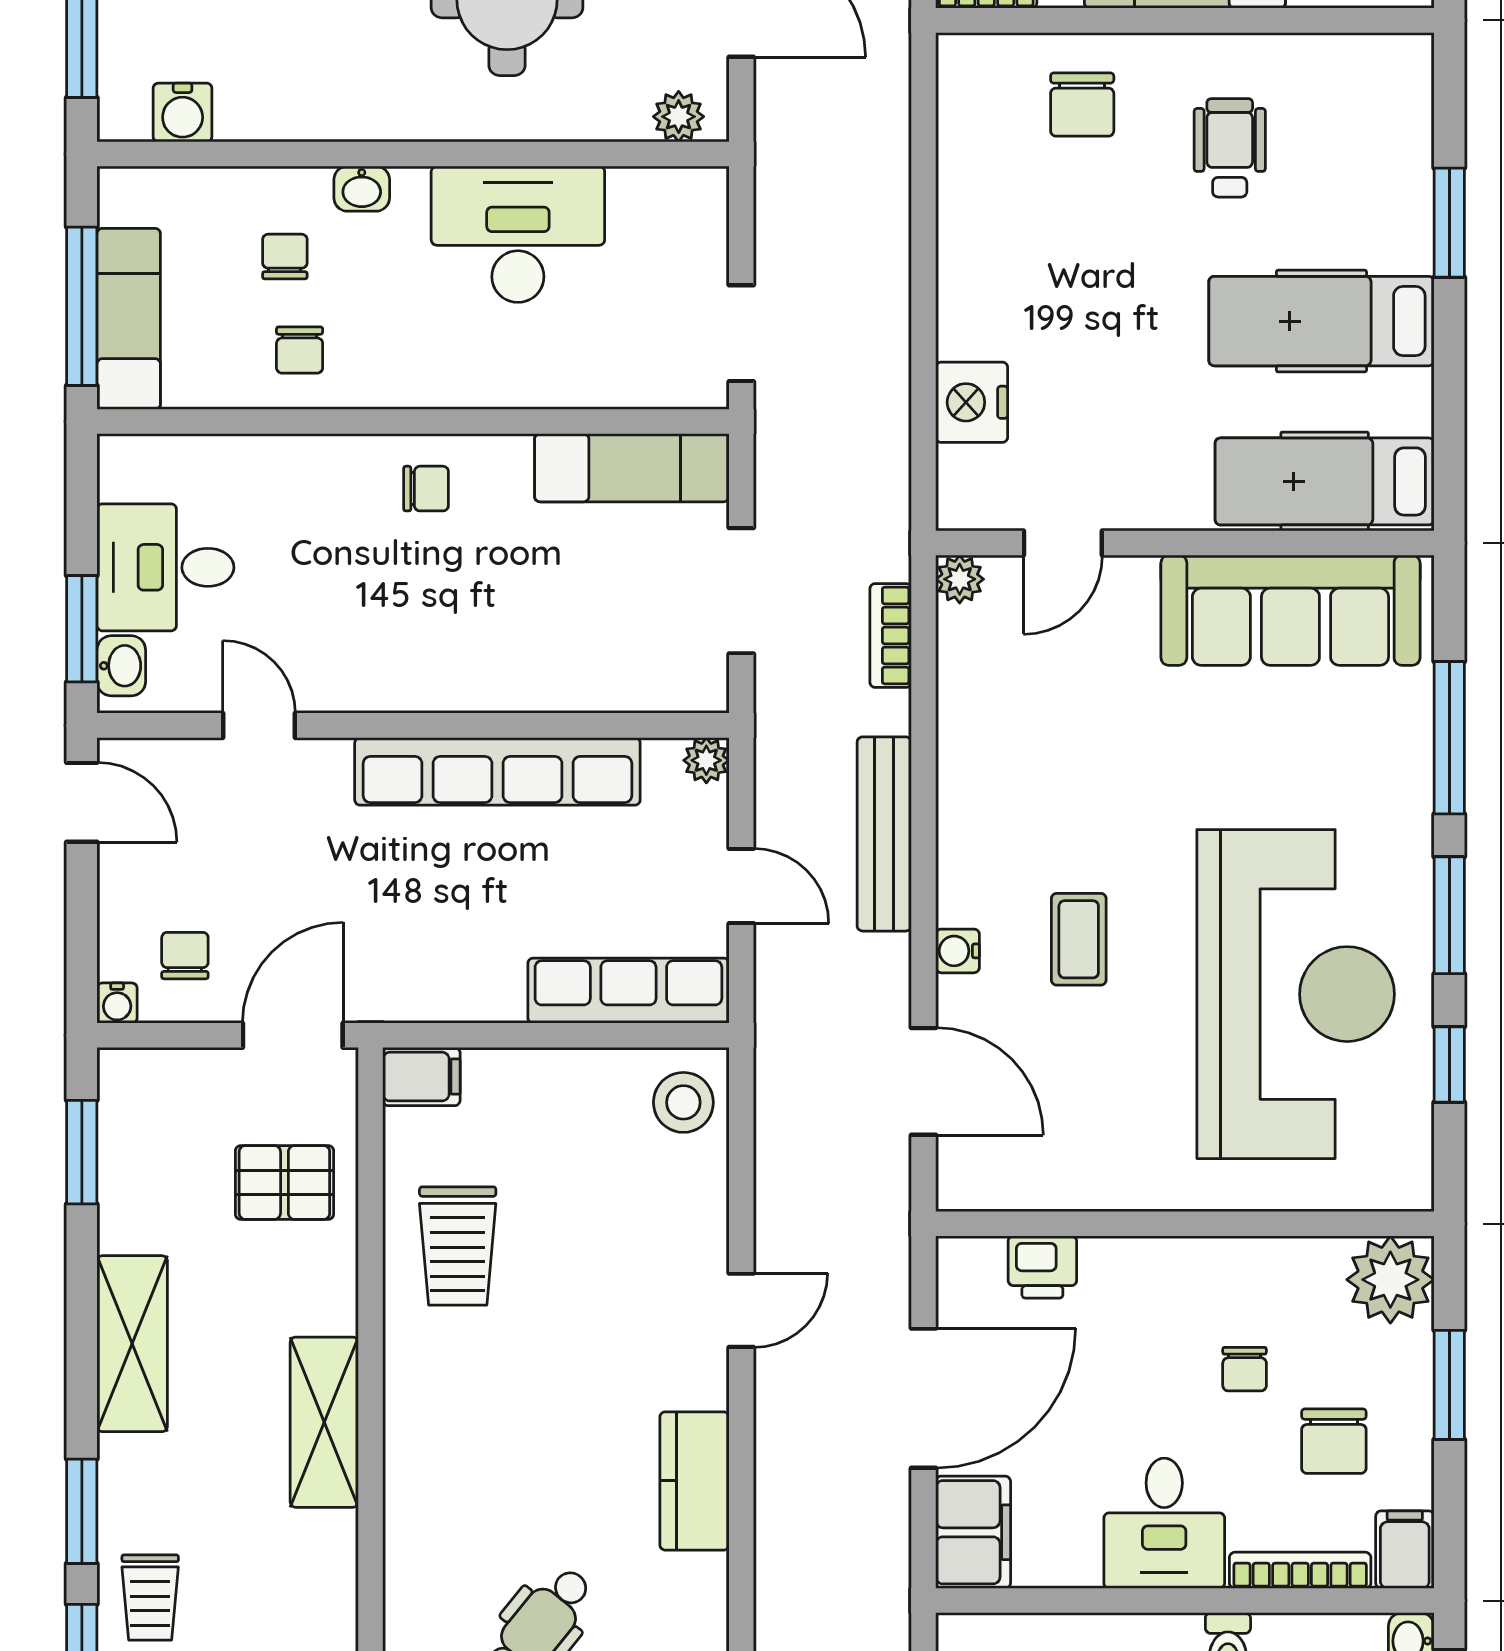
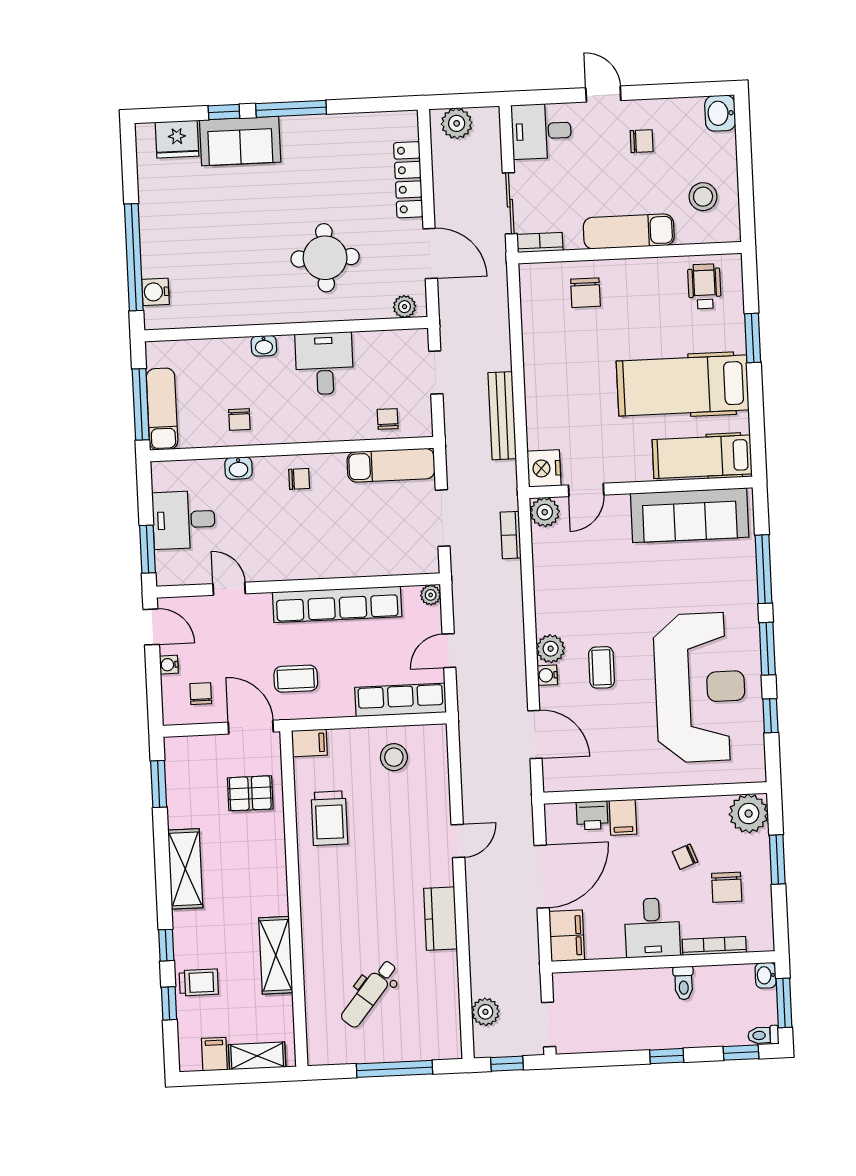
water cooler: (183, 113) -> (155, 292), moved, turned 90
wheelchair: (1230, 148) -> (704, 286), moved
desk: (518, 234) -> (324, 363), width x0.73
chair: (285, 257) -> (388, 419), moved
hospital bed: (1321, 321) -> (683, 385), width x1.37, depth x1.29
doorway: (741, 333) -> (436, 372), moved
nightstand: (972, 402) -> (544, 468), moved
plant: (960, 579) -> (545, 512), width x1.38, depth x1.38
washbasin: (121, 666) -> (238, 468), moved, turned 90
bench: (884, 834) -> (502, 416), moved
door: (741, 886) -> (449, 651), swing flipped
plant: (967, 892) -> (551, 649), added
coffee table: (398, 932) -> (296, 679), added
water cooler: (117, 1003) -> (169, 665), moved, turned 90
door: (293, 1035) -> (251, 727), hinge flipped
stool: (683, 1102) -> (394, 757), moved
chair: (1245, 1369) -> (685, 857), turned 69
shelving: (324, 1422) -> (276, 955), moved
window: (82, 1511) -> (166, 945), width x0.67
filing cabinet: (1405, 1550) -> (623, 817), moved, turned 180
trolley: (150, 1598) -> (199, 982), turned -90

